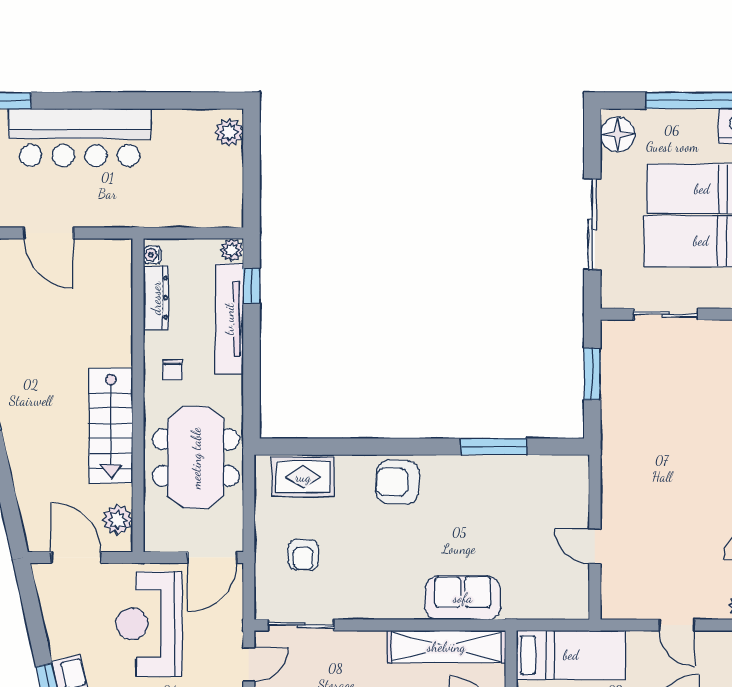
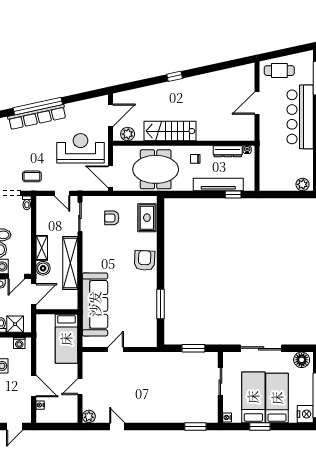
plant: (232, 250) -> (249, 186), removed
sofa: (463, 598) -> (95, 304), width x1.85, depth x1.27
shelving: (446, 647) -> (70, 263), moved

